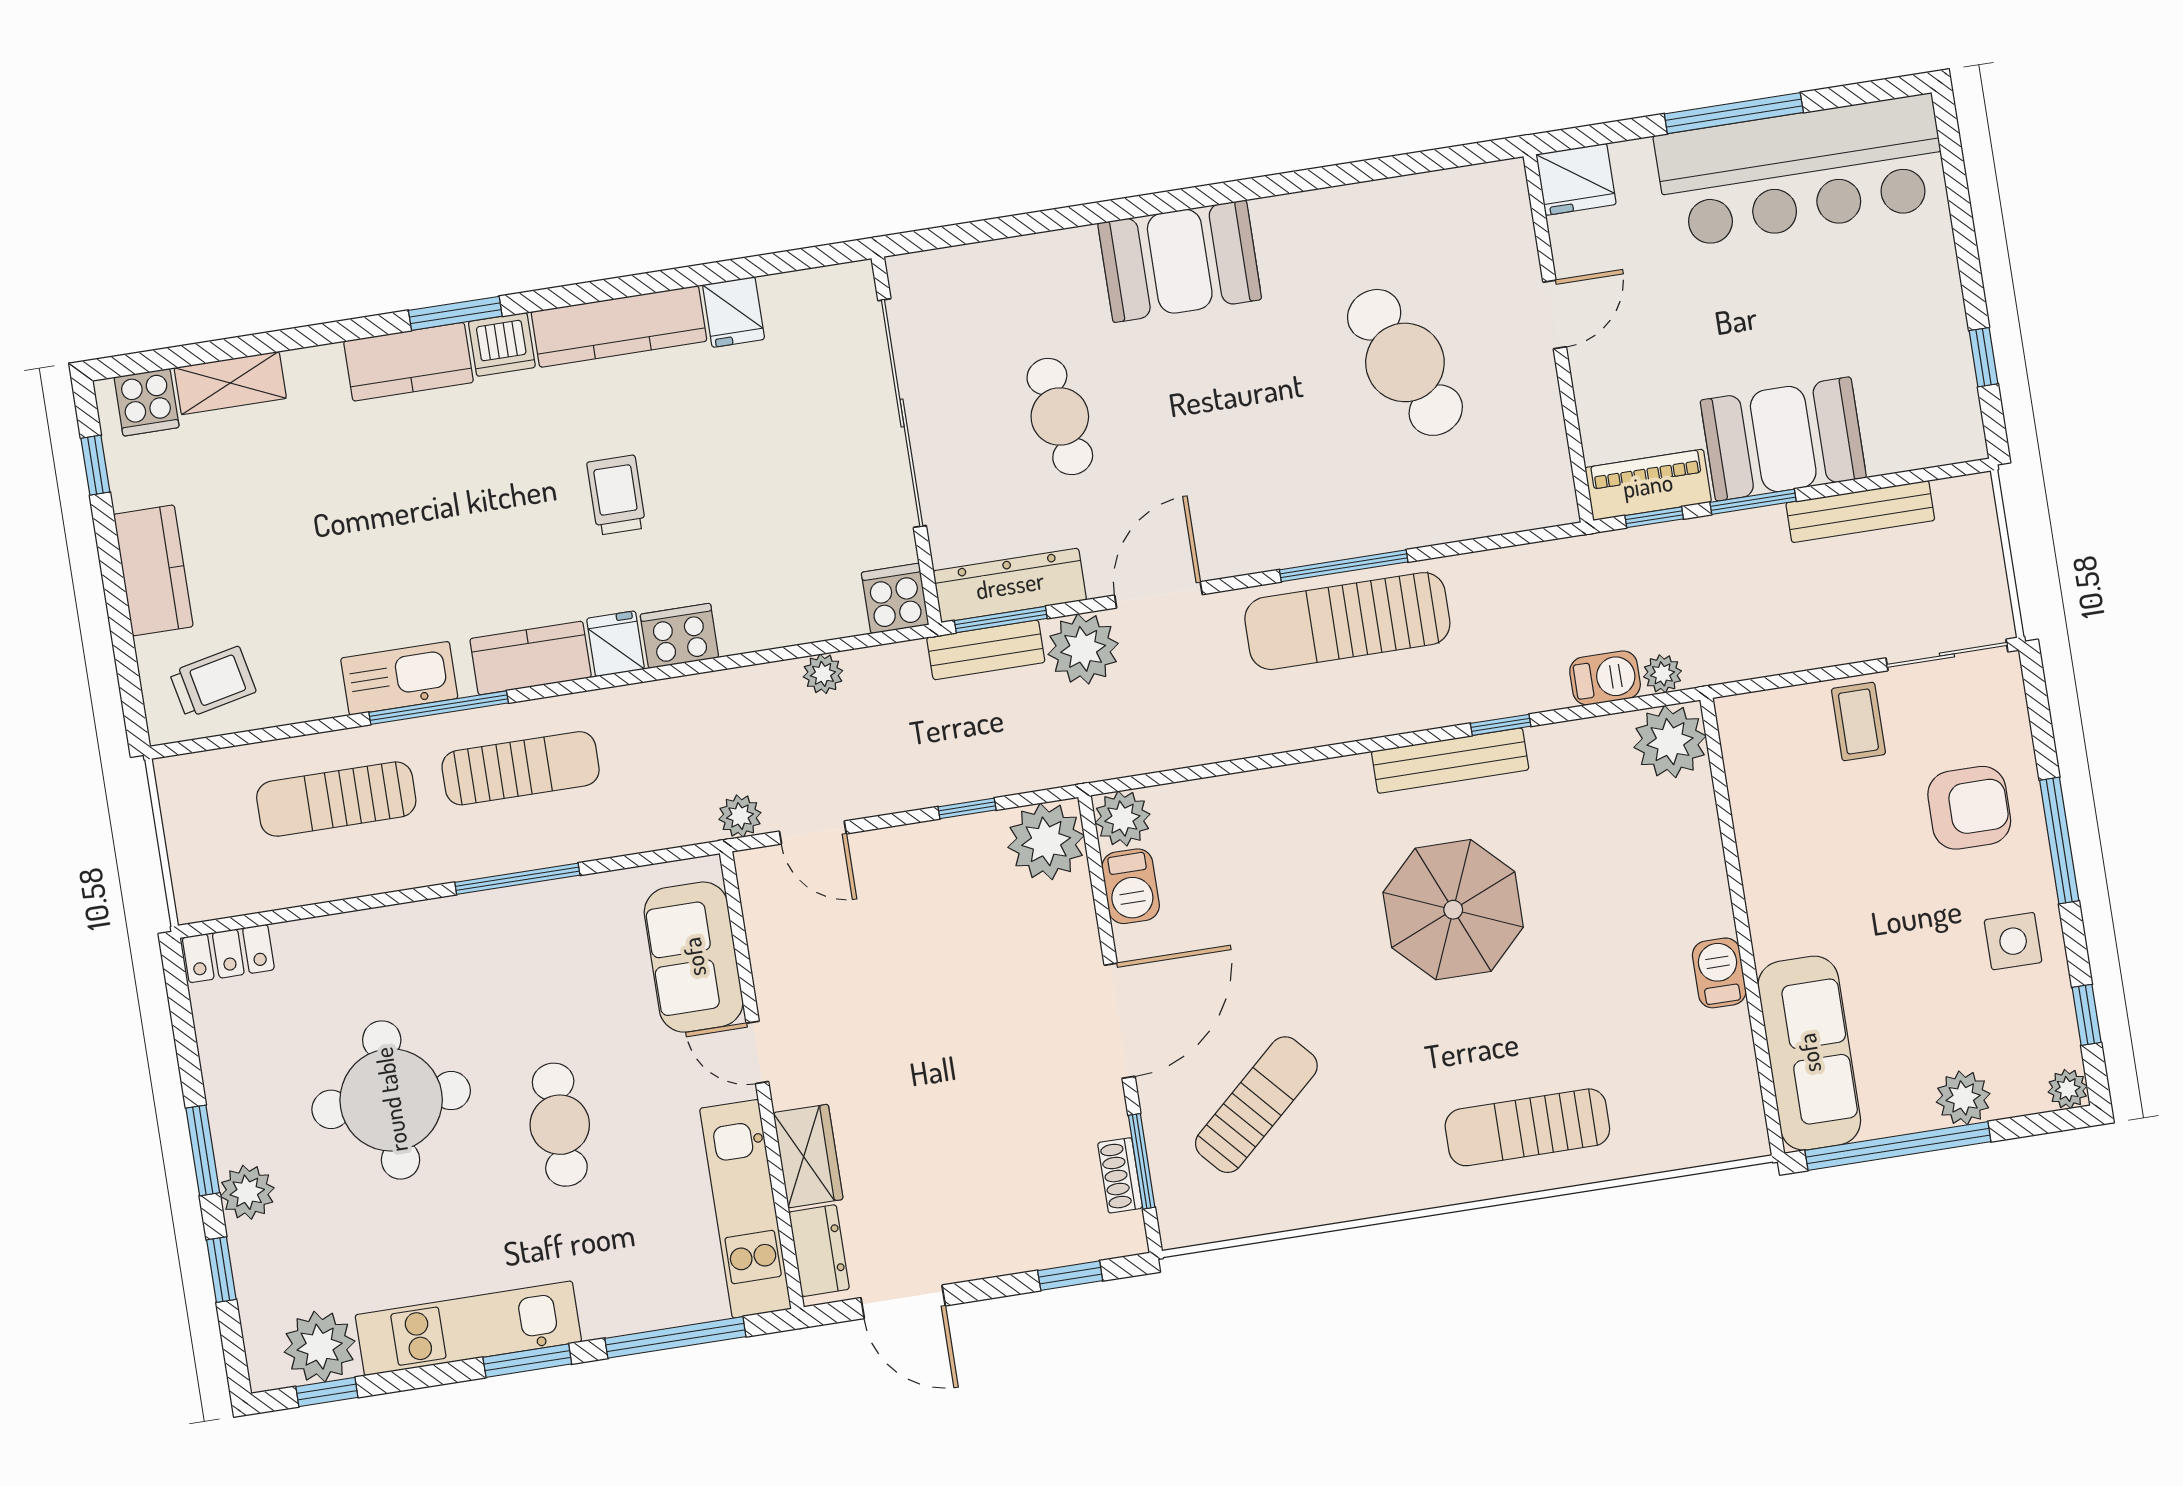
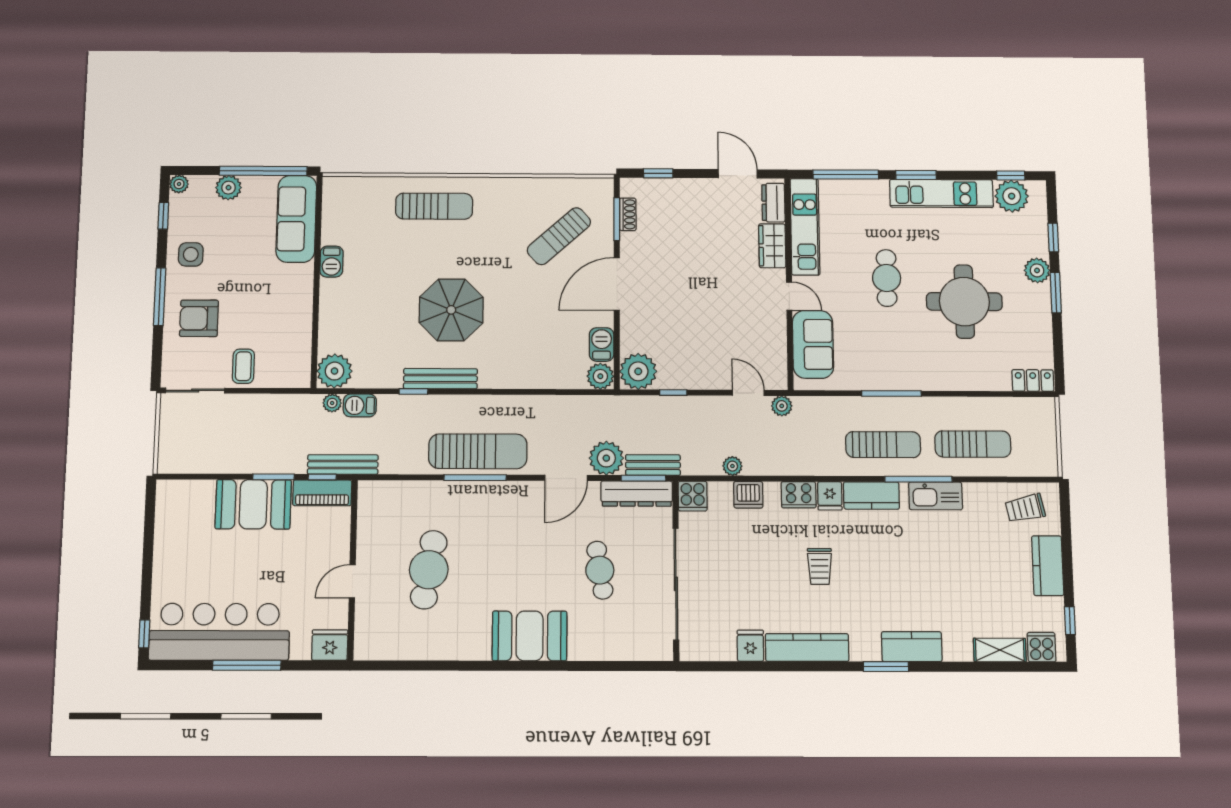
dishwasher: (502, 344) -> (748, 495), moved, turned 180
window: (1984, 357) -> (144, 634), moved
cafe table: (1405, 362) -> (429, 570), turned 33
bench: (1860, 512) -> (343, 465), moved
sun lounger: (521, 768) -> (883, 445), turned 180

